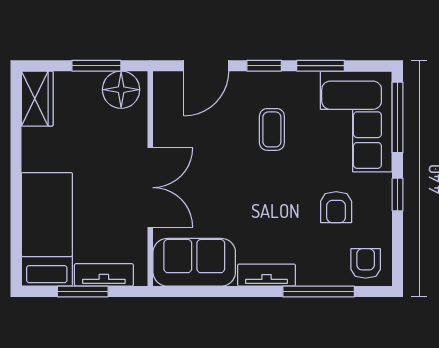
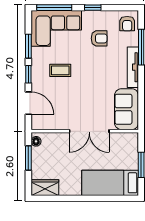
floor lamp: (121, 90) -> (36, 141), width x0.53, depth x0.53
double door: (150, 188) -> (89, 131), swing flipped
armchair: (366, 263) -> (127, 24), turned -90
tv unit: (104, 275) -> (133, 154), removed
tv unit: (267, 275) -> (133, 67), width x1.41

